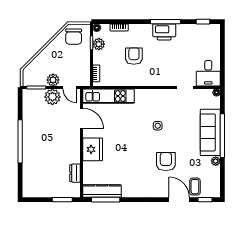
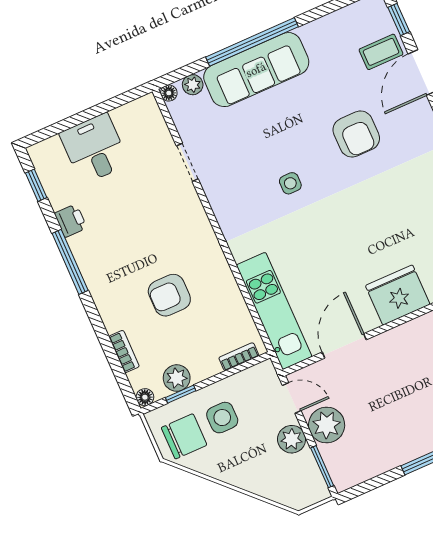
printer: (164, 32) -> (71, 221), moved, width x0.53, depth x0.68
side table: (74, 56) -> (222, 418), added
desk: (208, 73) -> (94, 149), moved, turned -90
door: (70, 87) -> (292, 398), hinge flipped
plant: (216, 161) -> (193, 85), moved
armchair: (166, 162) -> (356, 134), turned -90

